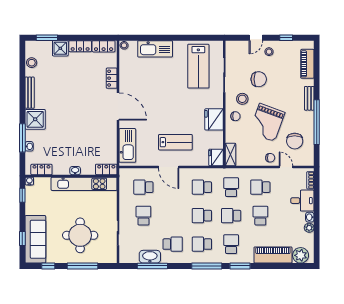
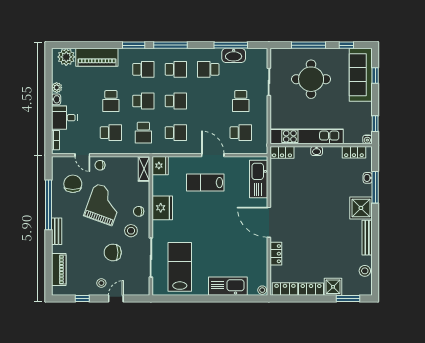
school desk: (231, 244) -> (143, 69), turned -90

